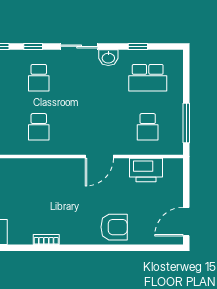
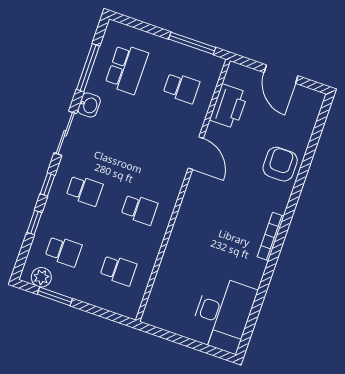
window: (138, 46) -> (88, 68), width x2.17
door: (186, 222) -> (281, 74), moved
bookcase: (46, 240) -> (271, 236), width x1.56

